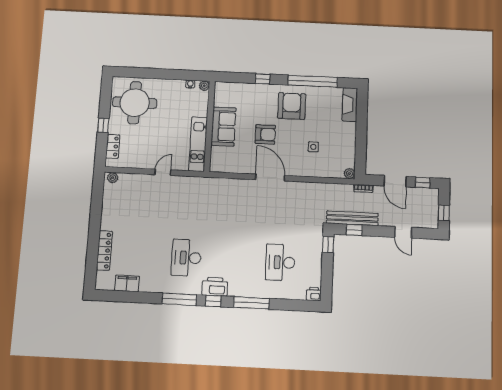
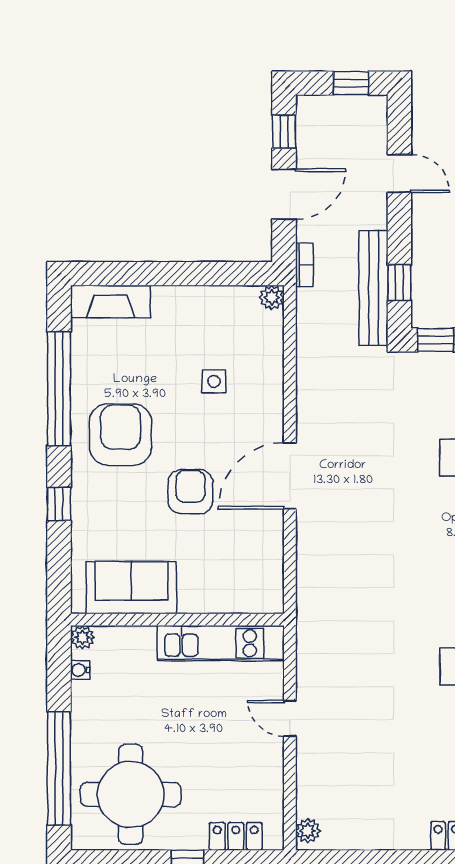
window: (148, 73) -> (59, 769), added
armchair: (292, 106) -> (121, 435), turned 90
sofa: (224, 127) -> (131, 588), moved
door: (403, 232) -> (399, 173), hinge flipped

